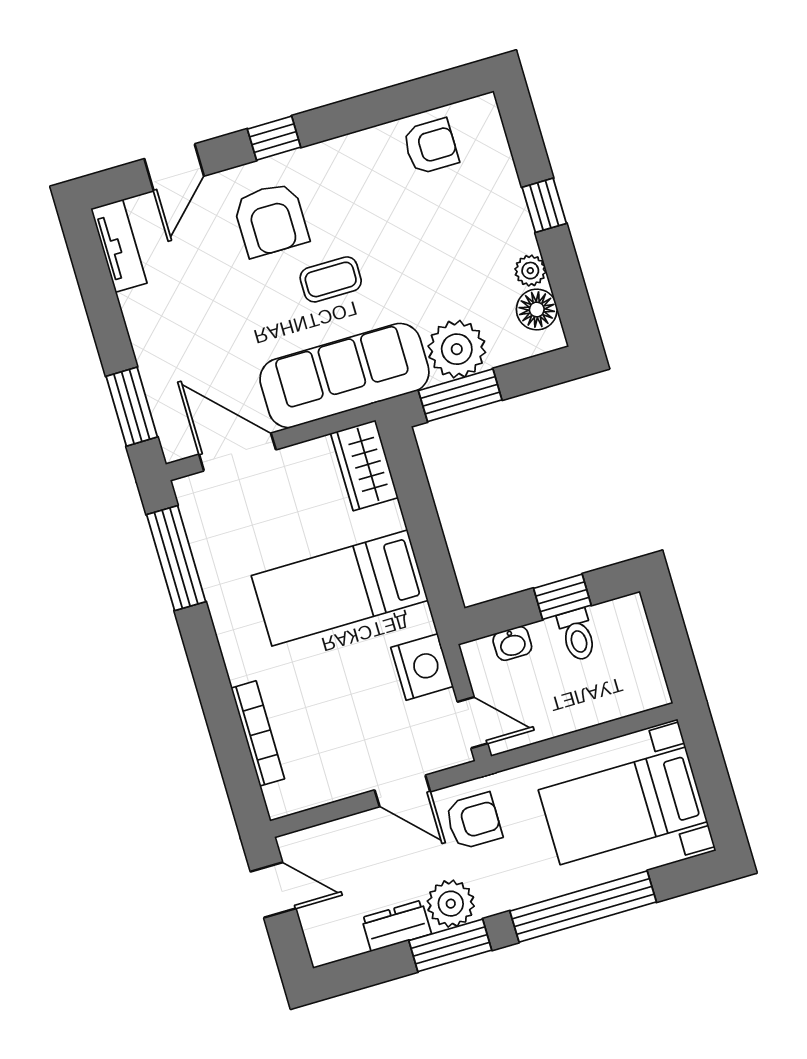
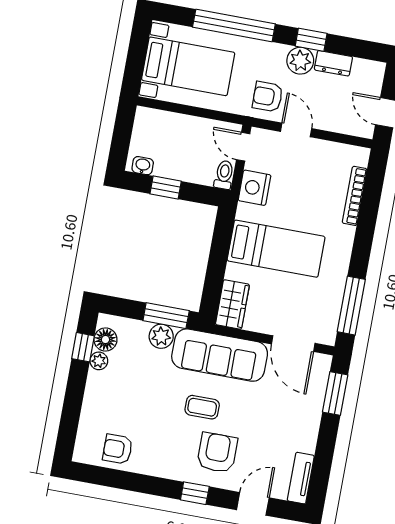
window: (544, 205) -> (83, 347), moved
plant: (457, 349) -> (161, 336), width x0.73, depth x0.73
toilet: (577, 635) -> (224, 175), moved
washbasin: (512, 643) -> (143, 166), moved
window: (450, 945) -> (311, 40), width x0.67

